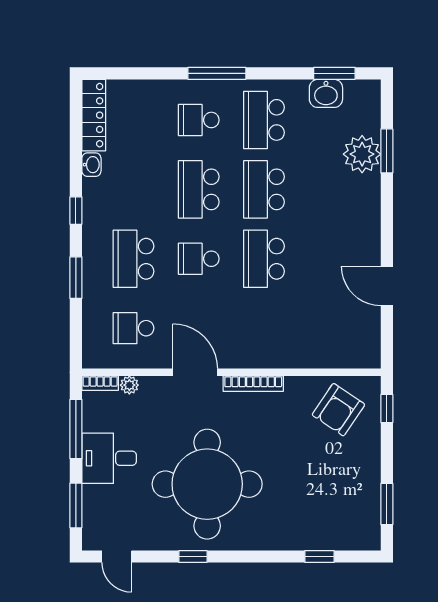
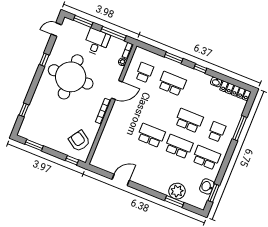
window: (217, 73) -> (240, 128), moved
school desk: (199, 259) -> (162, 110), removed

